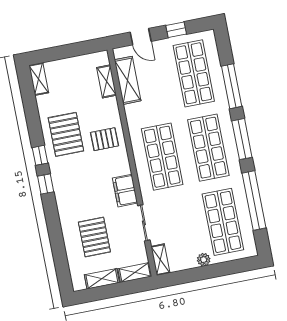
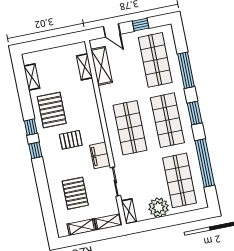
shelving: (39, 79) -> (32, 77), moved
pallet: (105, 139) -> (71, 140), moved
window: (242, 139) -> (195, 113), width x0.69
plant: (204, 260) -> (159, 207), width x1.88, depth x1.88

